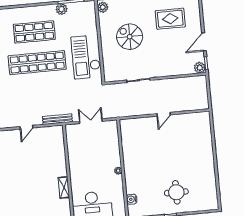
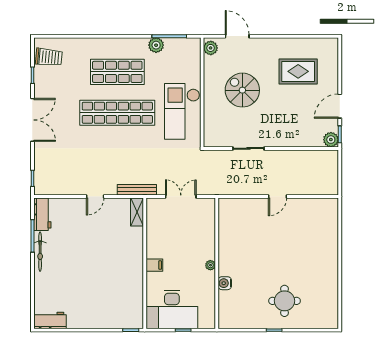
filing cabinet: (76, 175) -> (154, 265), added
shelving: (64, 188) -> (137, 212), moved
water cooler: (132, 199) -> (225, 283), moved

